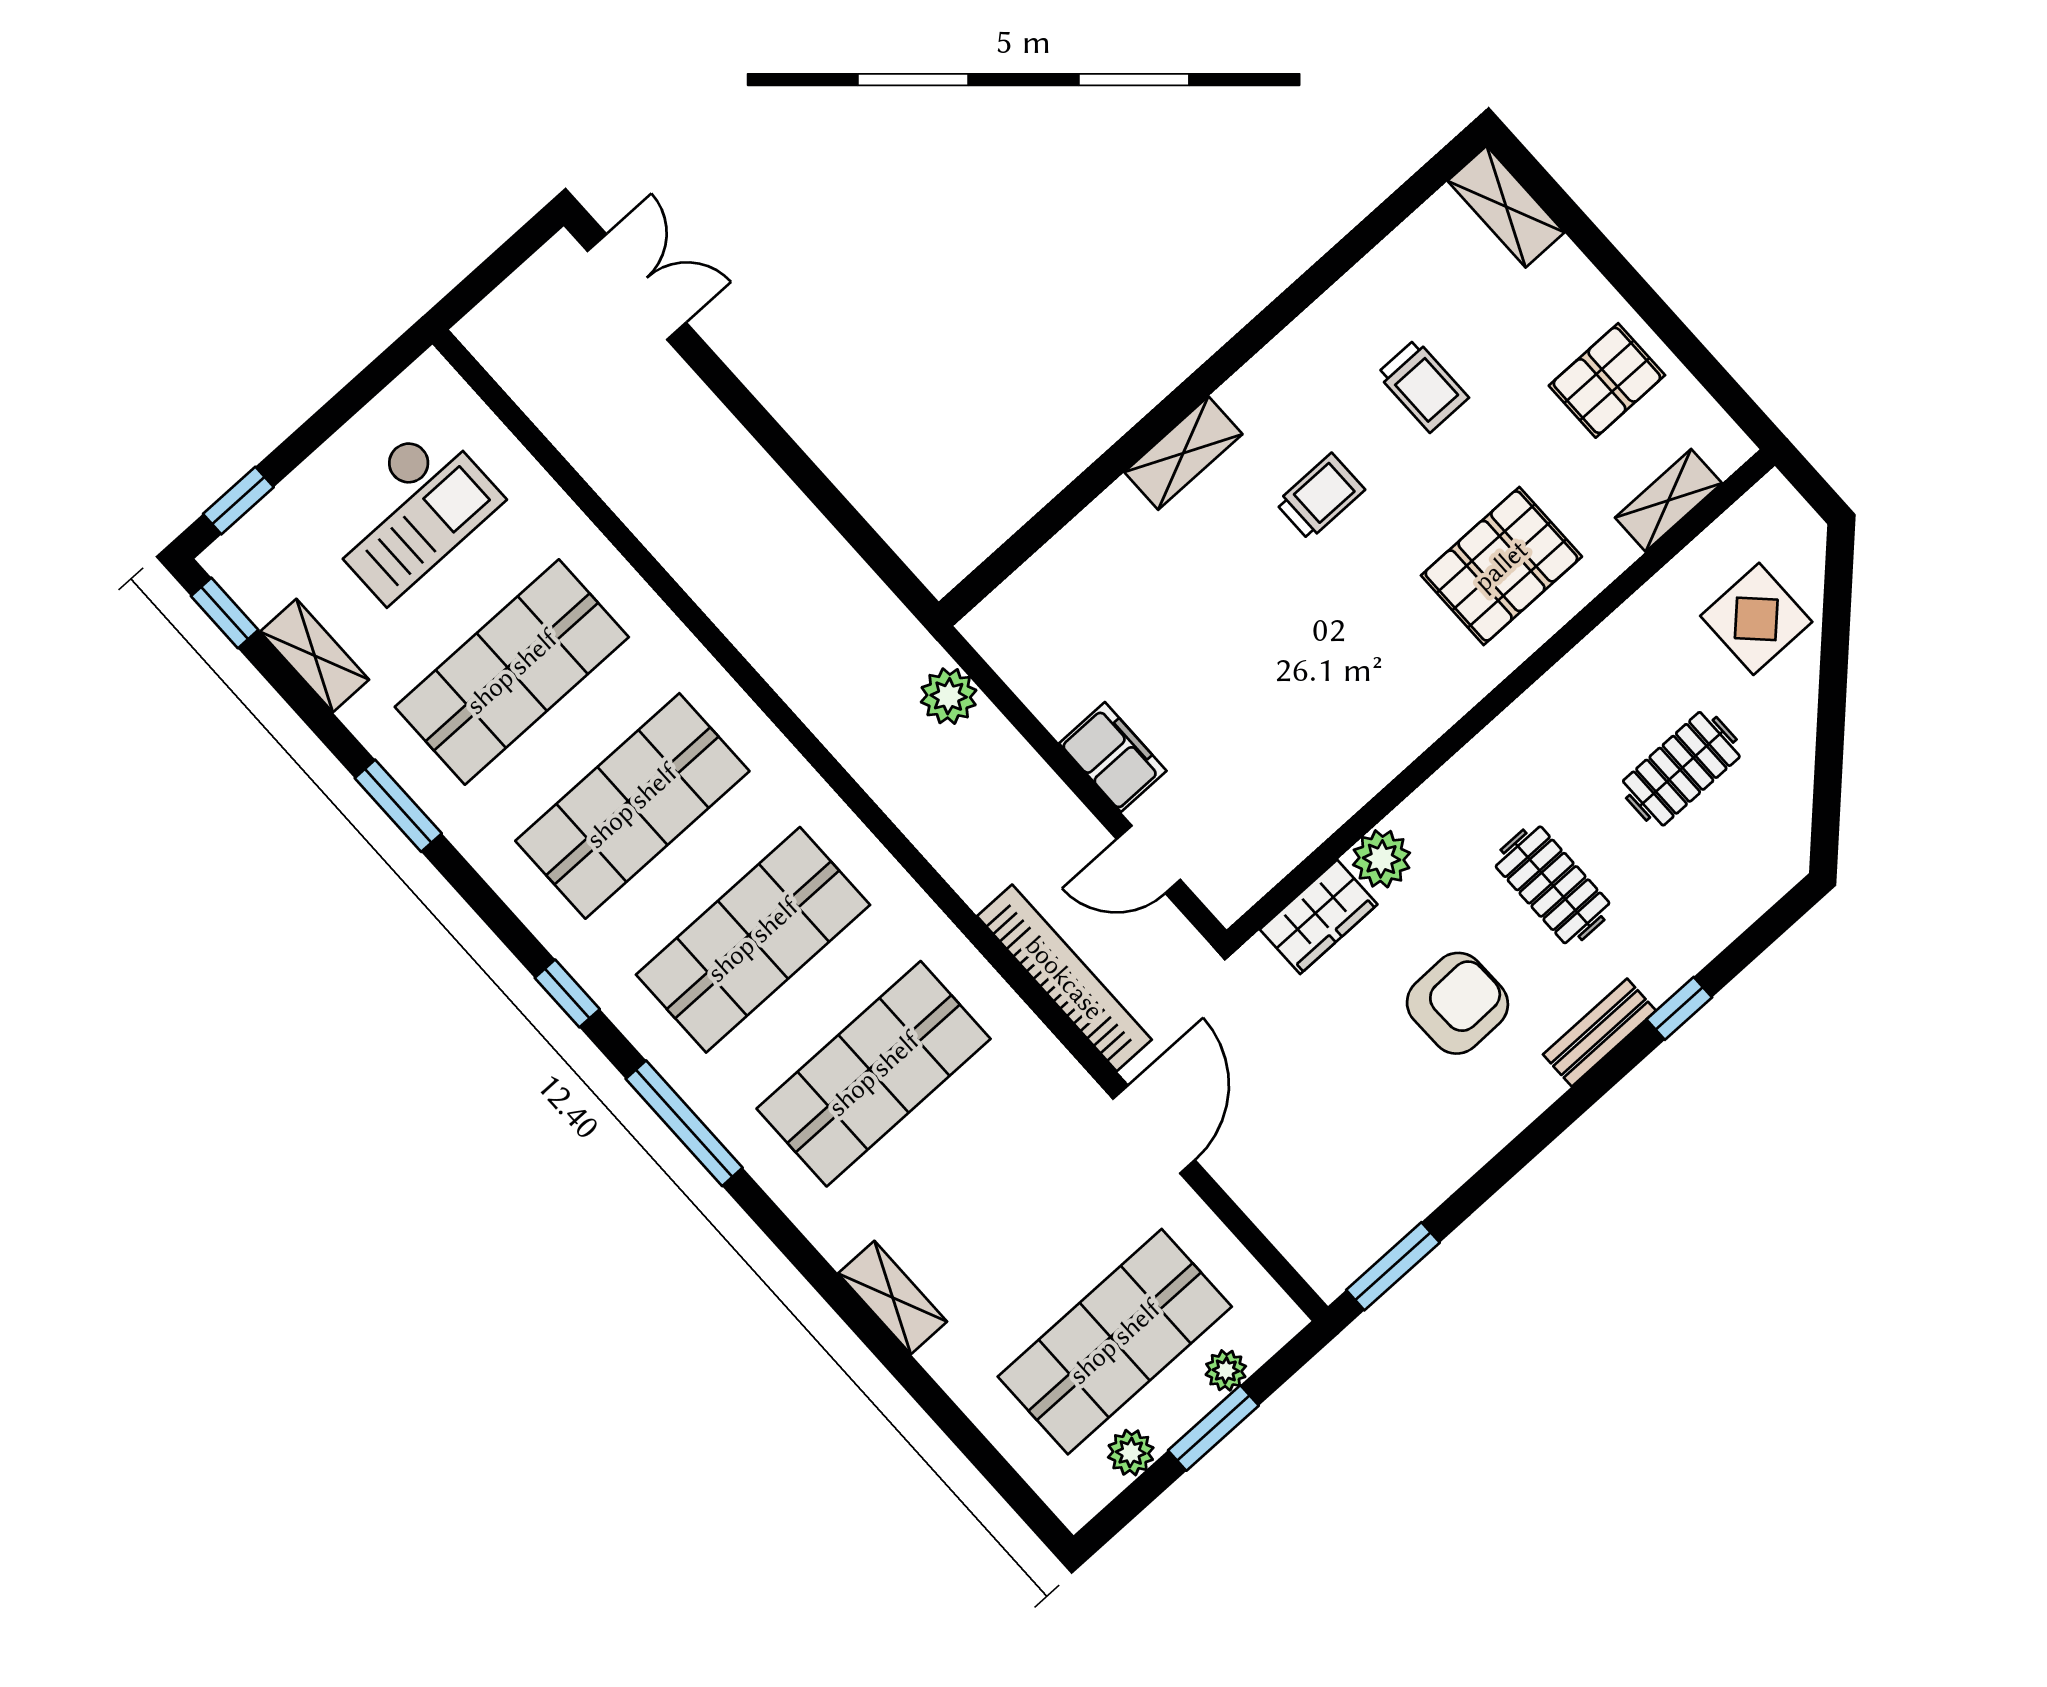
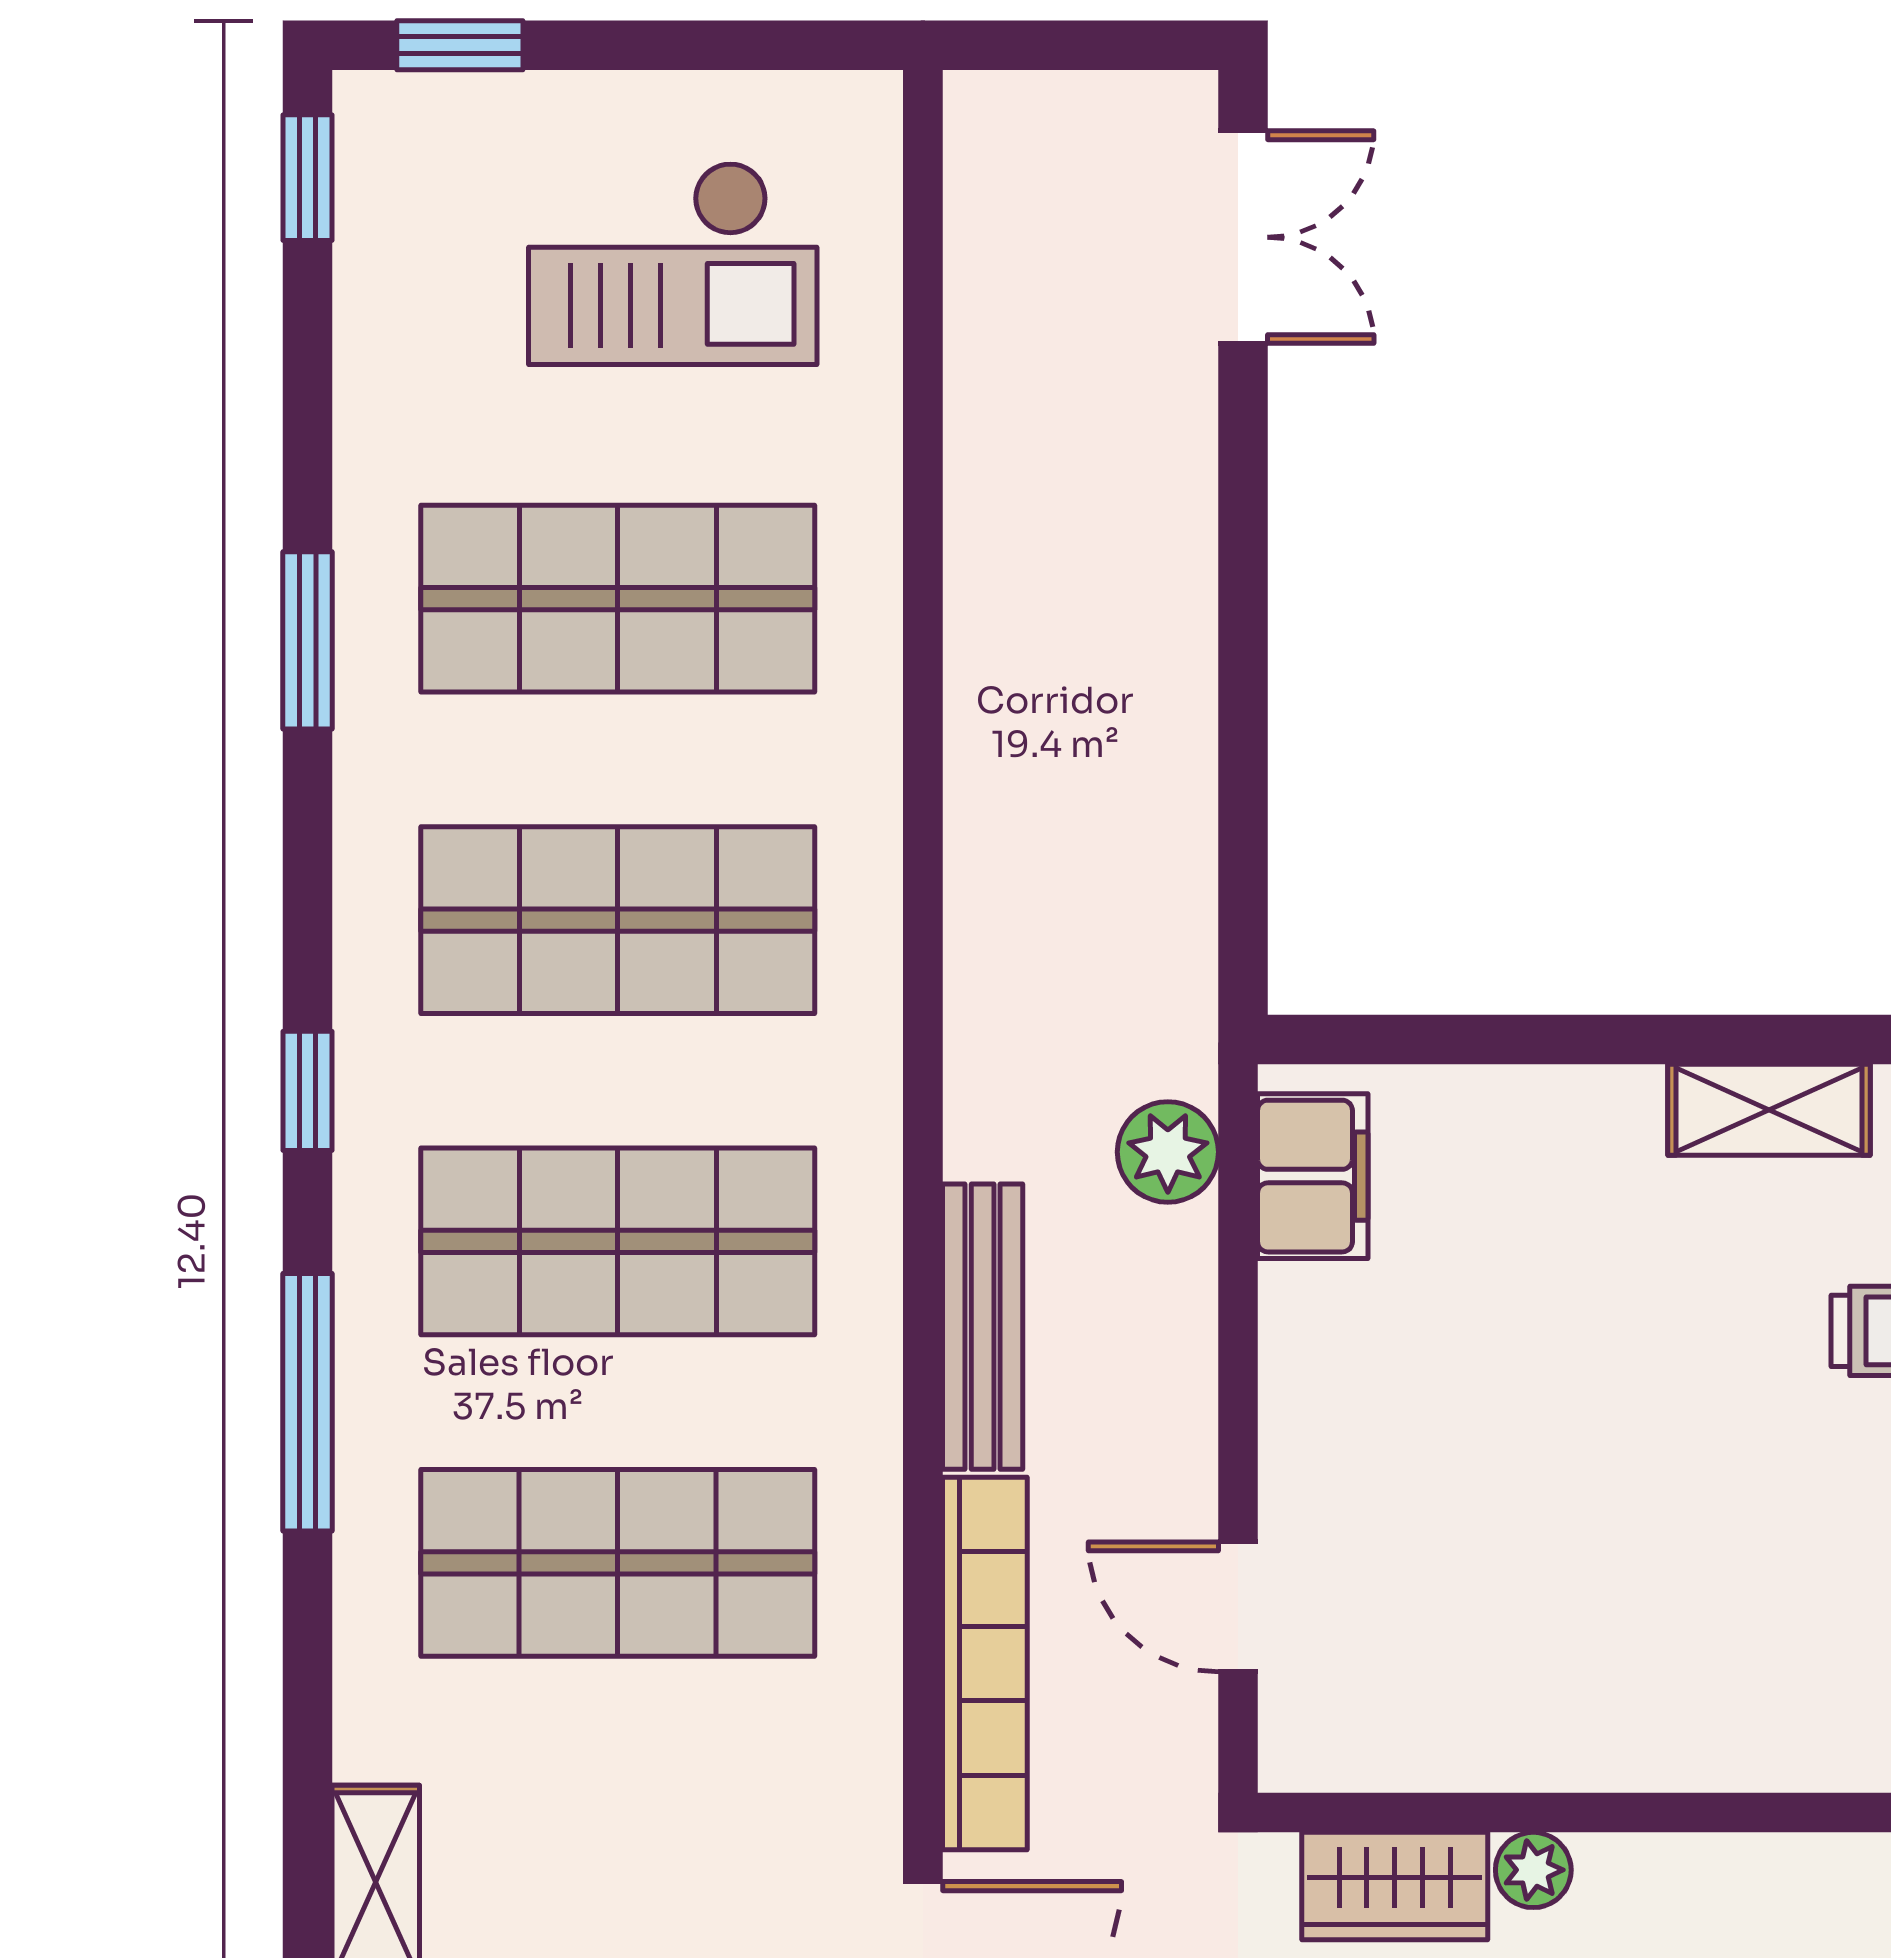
shelving: (315, 656) -> (376, 342), removed
filing cabinet: (1113, 757) -> (1313, 1176), moved
bench: (937, 838) -> (983, 1327), added
plant: (1382, 859) -> (1533, 1870), width x0.73, depth x0.73

